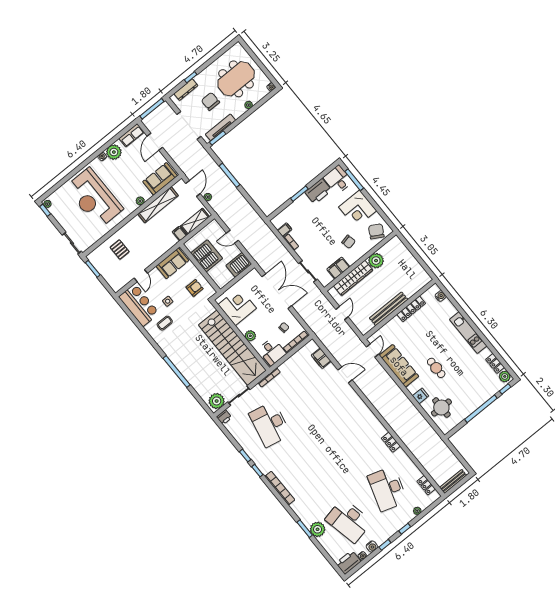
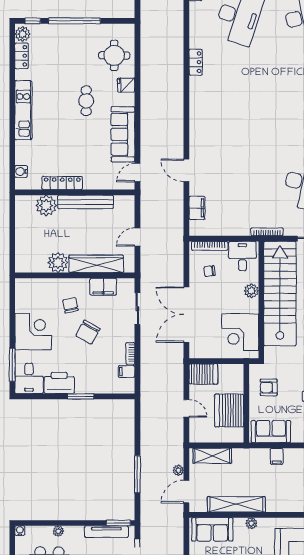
chair: (376, 231) -> (88, 332), moved
filing cabinet: (179, 234) -> (277, 456), moved
plant: (410, 288) -> (46, 205), added

